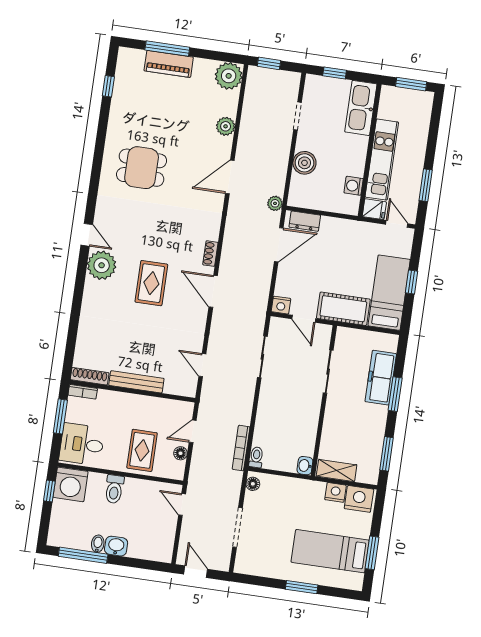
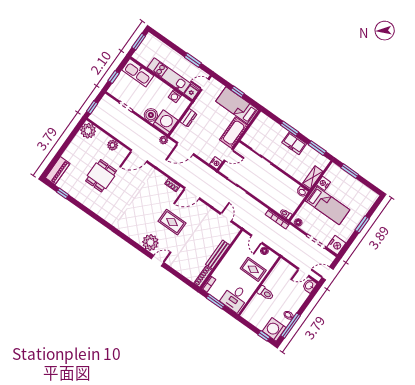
window: (167, 49) -> (59, 154), removed
piano: (169, 64) -> (58, 171), moved
dining table: (142, 168) -> (101, 176), moved
door: (230, 177) -> (139, 156), hinge flipped
washing machine: (305, 192) -> (166, 122), added
dresser: (305, 221) -> (188, 118), moved
door: (87, 235) -> (158, 261), moved
door: (279, 245) -> (185, 149), swing flipped
door: (202, 365) -> (226, 217), swing flipped
freezer: (381, 378) -> (294, 143), moved, width x0.71
washing machine: (71, 484) -> (274, 329), moved, turned 180
window: (49, 491) -> (264, 336), moved
nightstand: (359, 499) -> (336, 245), moved, turned 180
door: (182, 504) -> (303, 272), moved
washbasin: (116, 546) -> (309, 286), moved
bed: (330, 551) -> (327, 205), moved, turned -90
window: (372, 553) -> (350, 171), moved

